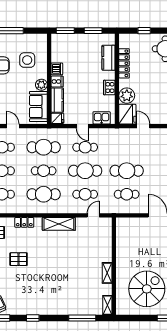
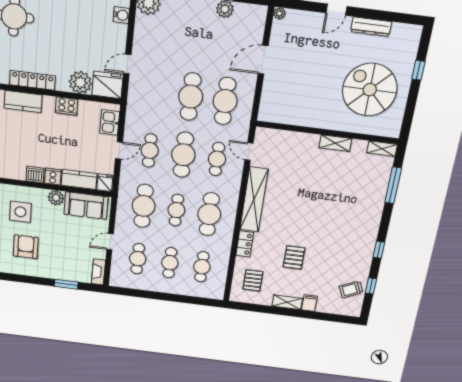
cafe table: (127, 194) -> (225, 101), width x1.37, depth x1.35
shelving: (59, 224) -> (254, 200), width x1.47

